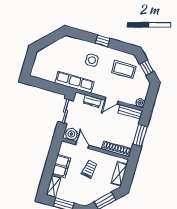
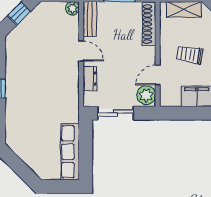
side table: (92, 60) -> (31, 96), removed
coffee table: (124, 69) -> (31, 46), removed
row of seats: (74, 82) -> (70, 152), moved

